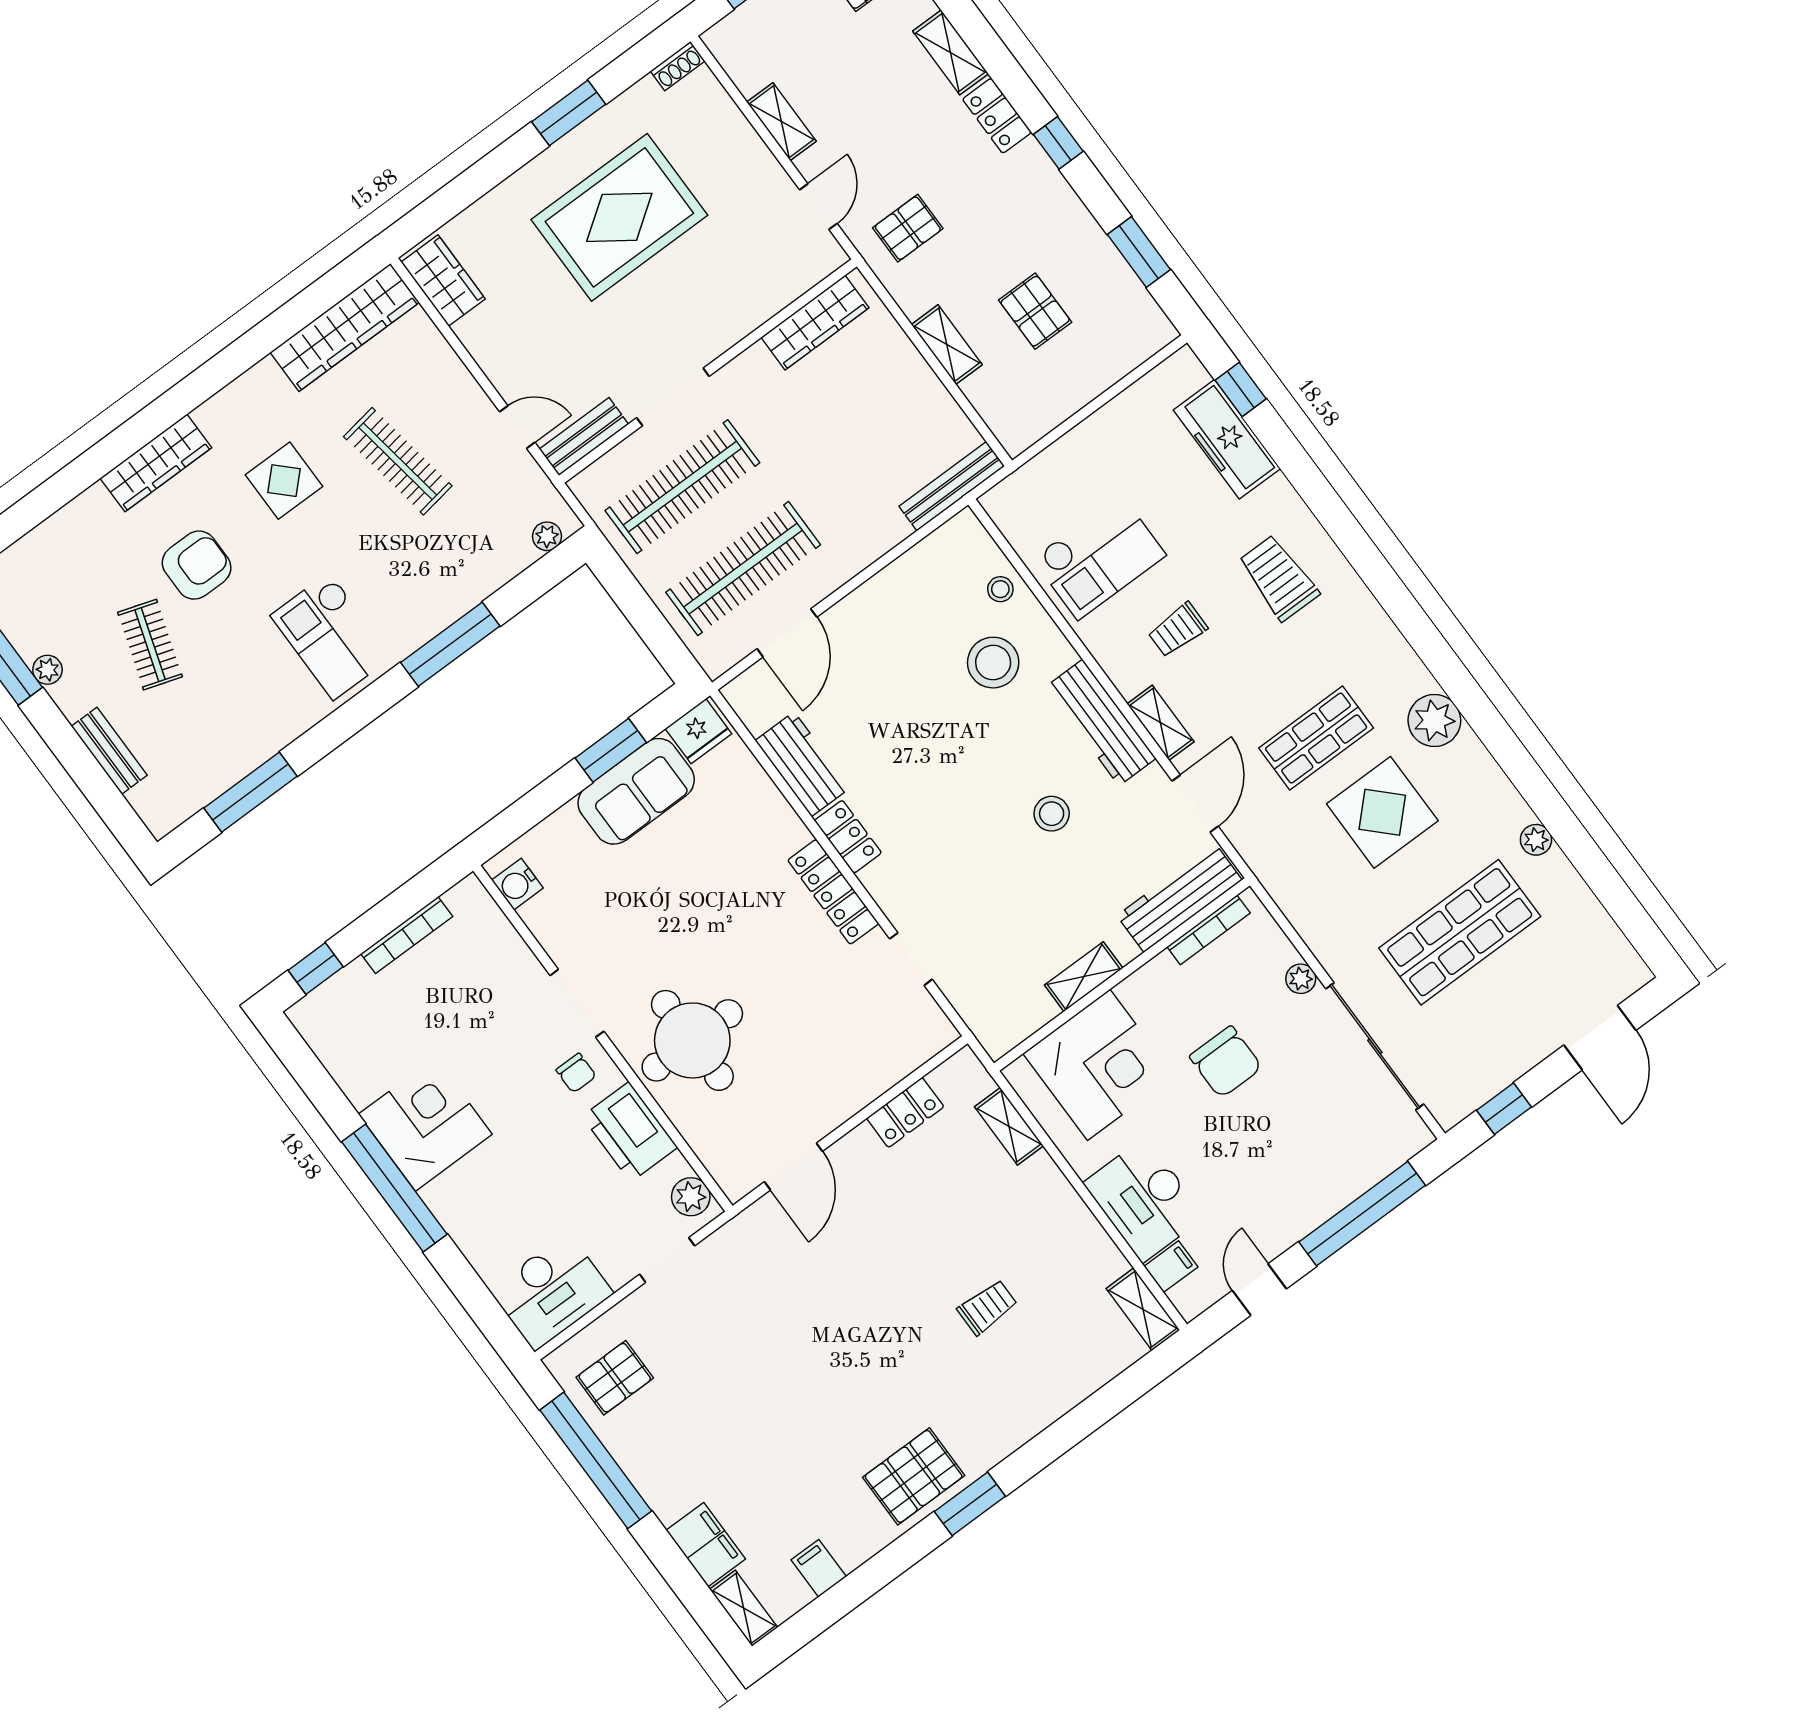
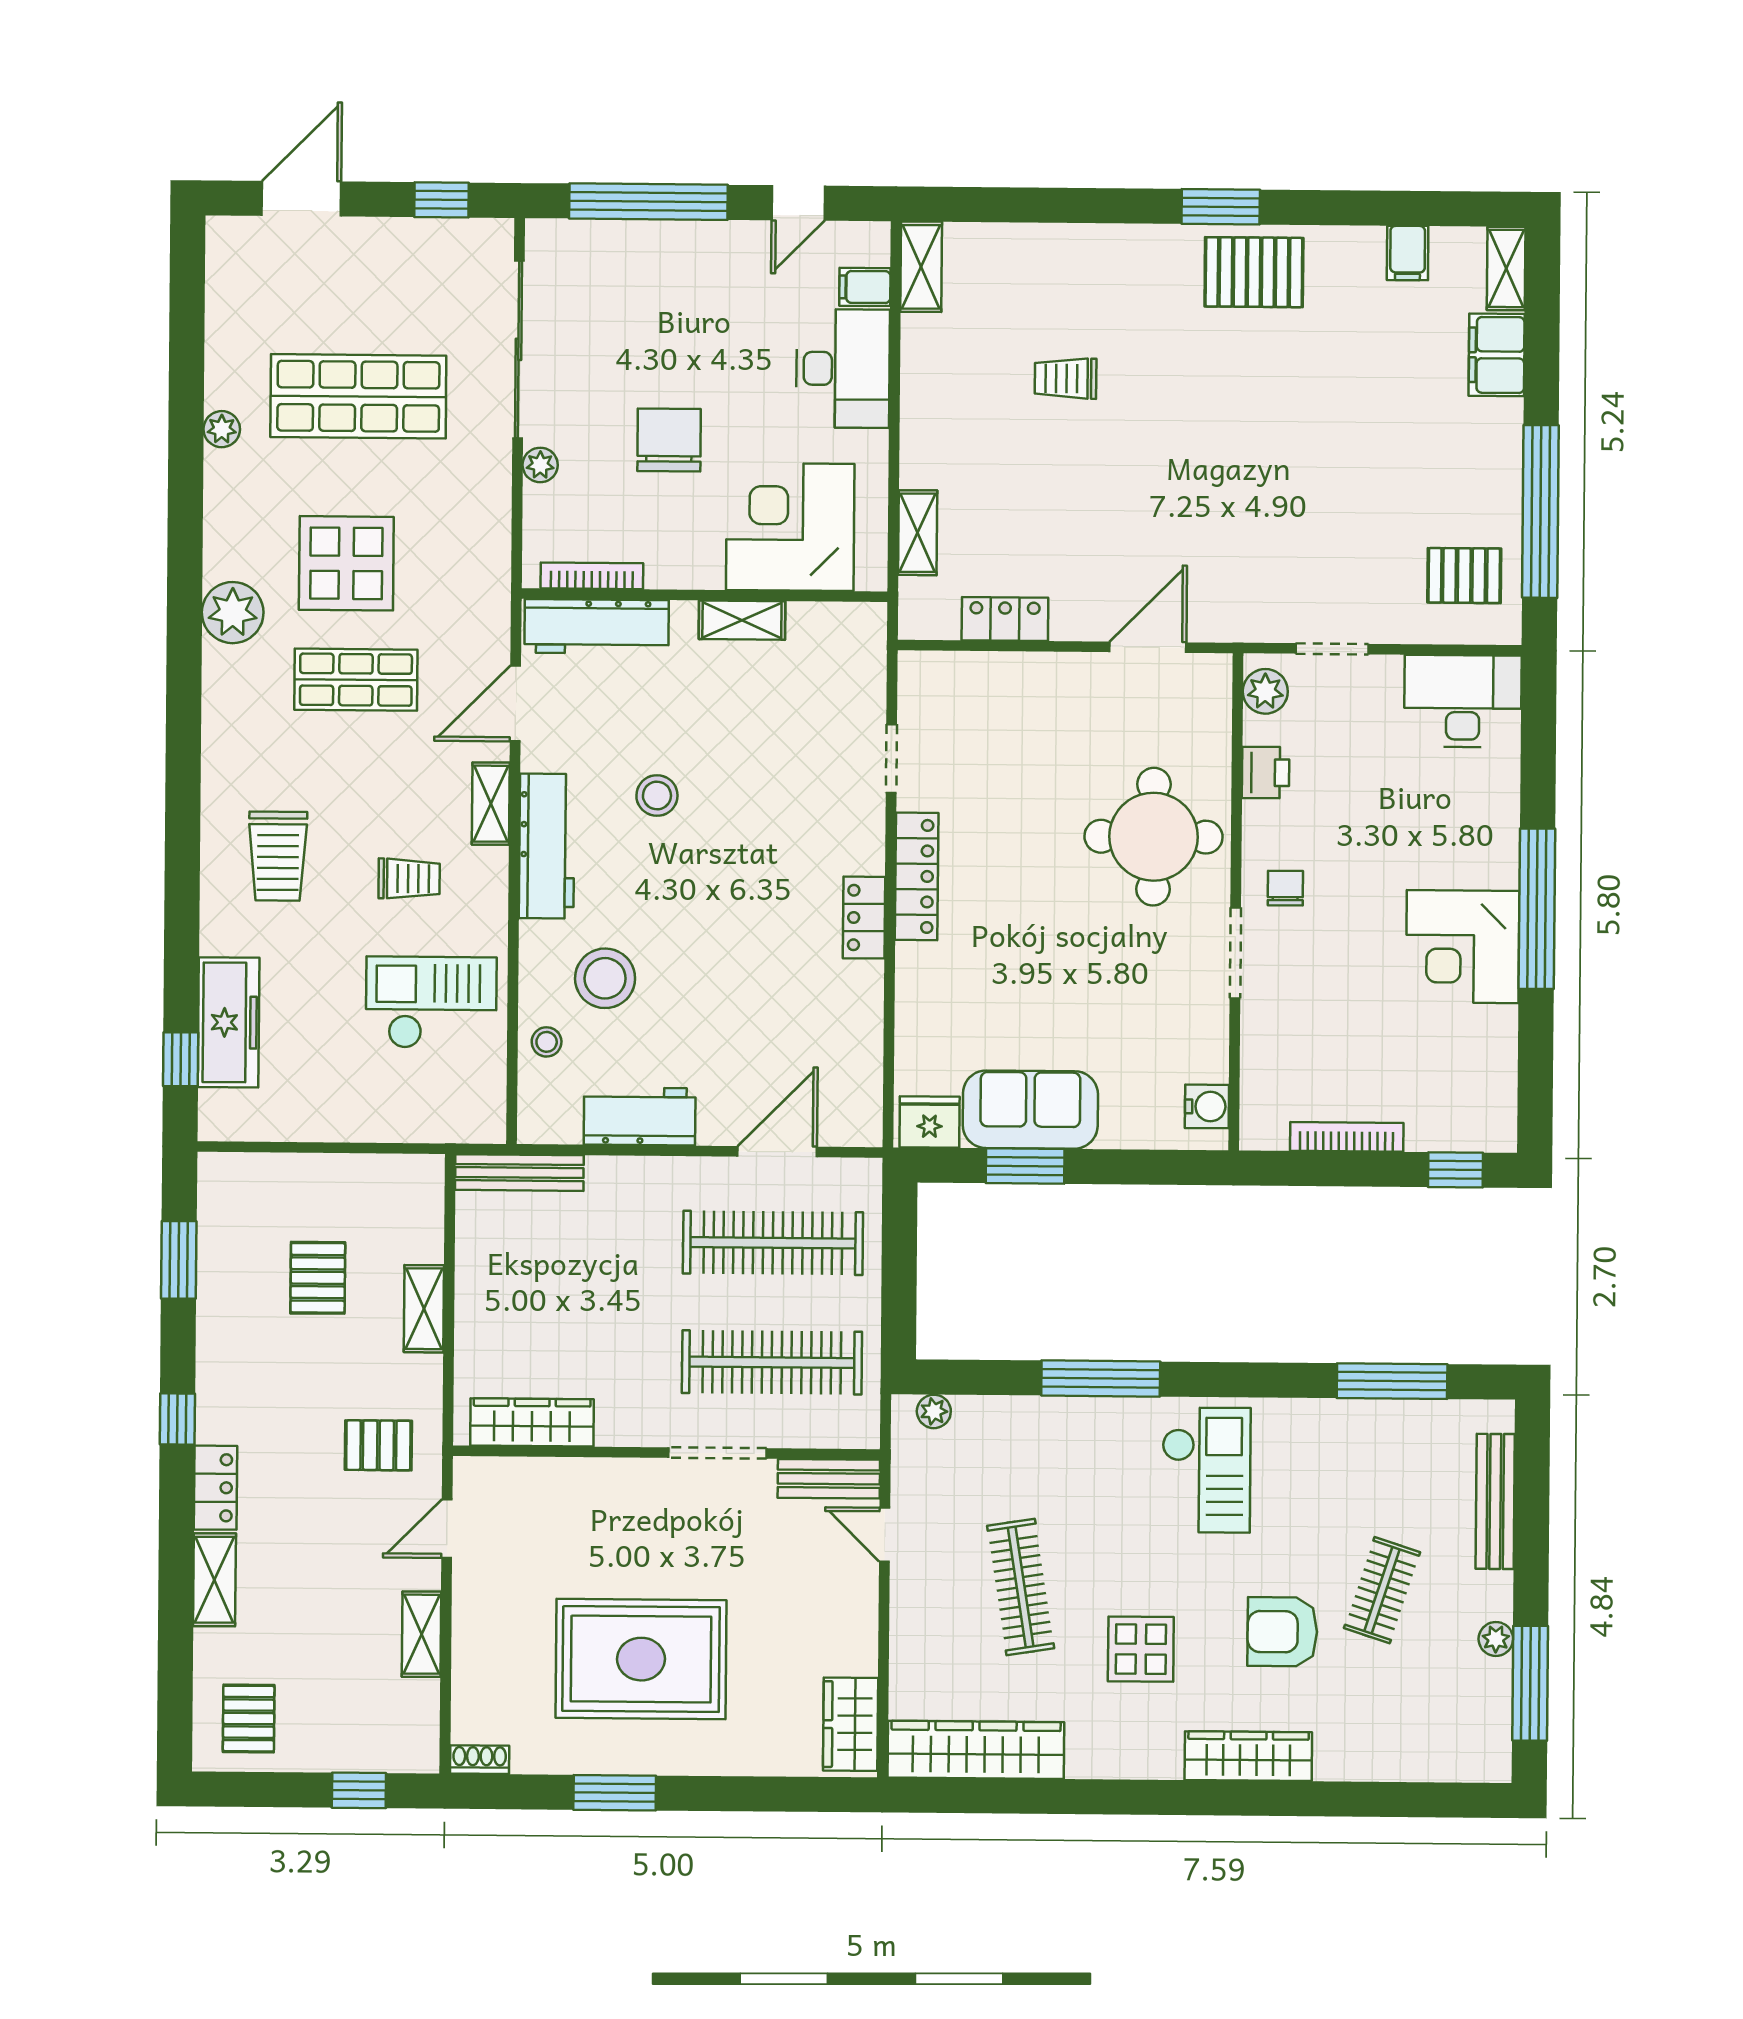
bench: (109, 751) -> (1495, 1501), width x1.36
workbench: (803, 764) -> (640, 1116), moved, turned 90
printer: (630, 1132) -> (1266, 773), width x0.53, depth x0.68

